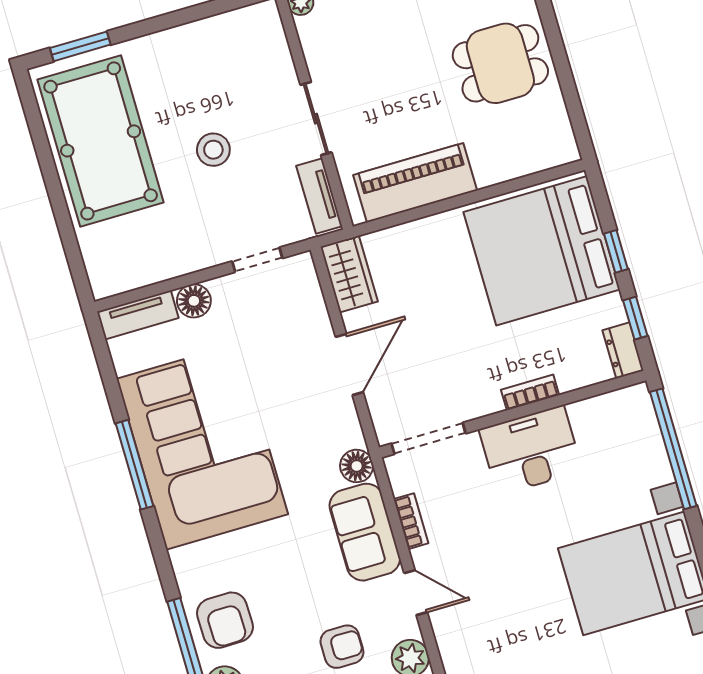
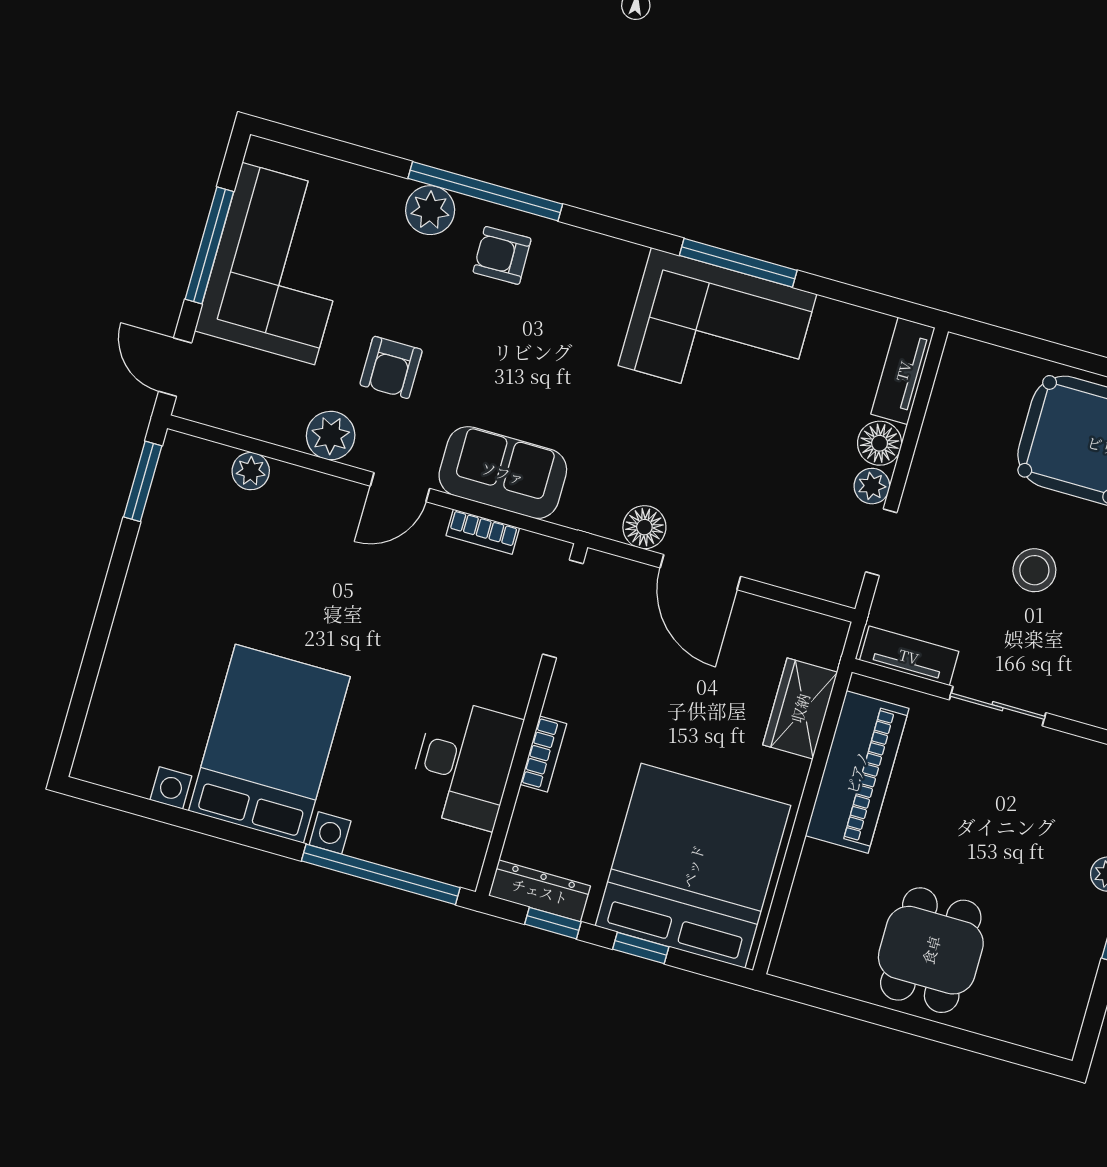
wardrobe: (349, 274) -> (800, 708), moved, turned 90
plant: (225, 288) -> (872, 486), added
dresser: (623, 350) -> (540, 891), width x1.44
corner sofa: (202, 446) -> (717, 330), width x0.73, depth x0.74
desk: (531, 450) -> (465, 764), moved
floor lamp: (357, 466) -> (644, 527), moved
armchair: (225, 620) -> (502, 255), width x0.72, depth x0.72

